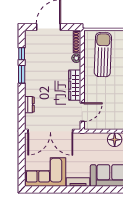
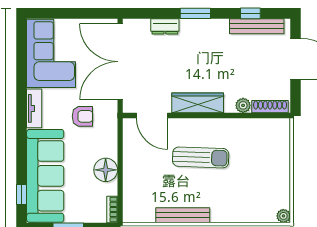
bench: (29, 50) -> (257, 26), added
sun lounger: (103, 55) -> (201, 157), moved, width x0.73, depth x0.75
window: (22, 74) -> (195, 13), moved
armchair: (83, 153) -> (82, 116), added

